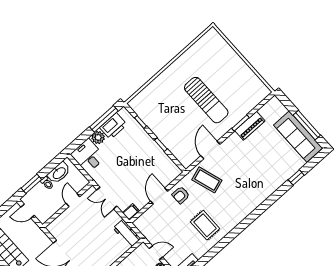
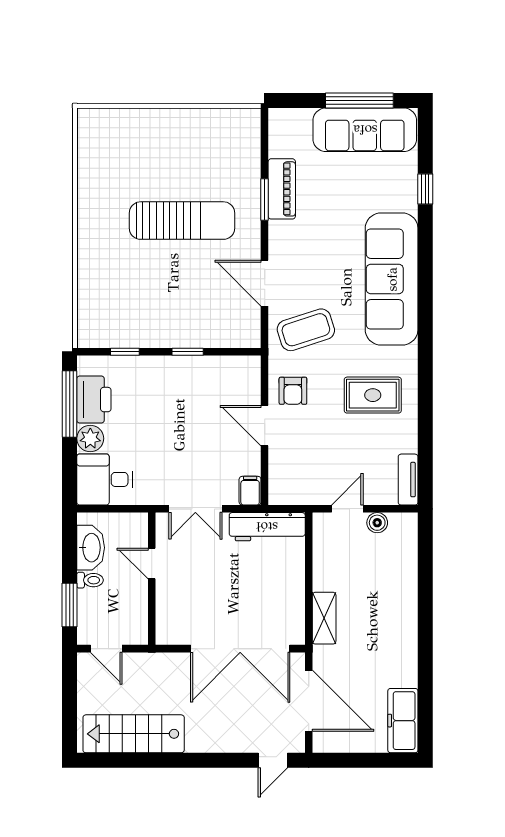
sofa: (253, 194) -> (392, 279), added
door: (28, 211) -> (106, 649), hinge flipped
workbench: (127, 233) -> (267, 527), width x1.38

